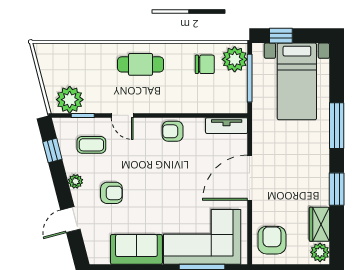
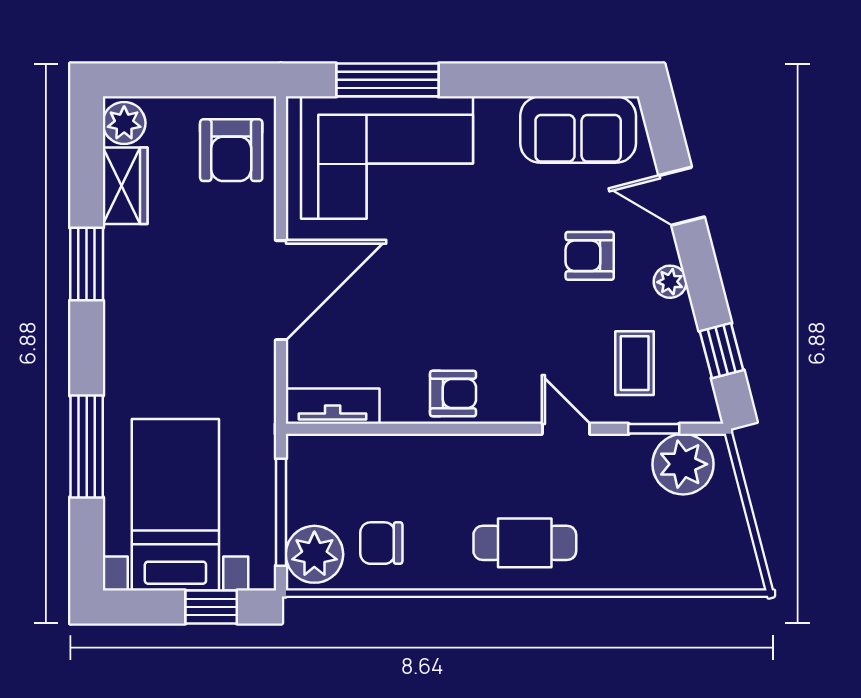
window: (337, 126) -> (87, 446), moved
coffee table: (91, 145) -> (635, 363), turned 90
door: (70, 220) -> (682, 196), swing flipped
sofa: (136, 249) -> (578, 130), moved

